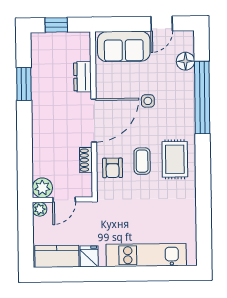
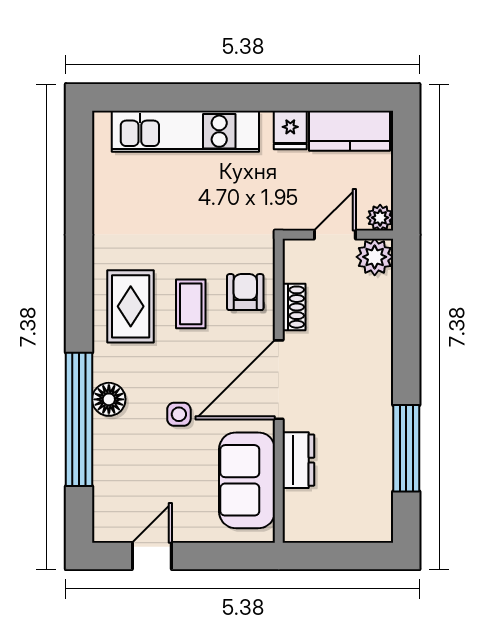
window: (56, 25) -> (346, 556), removed
sofa: (124, 46) -> (247, 480), moved, turned -90
floor lamp: (185, 61) -> (109, 399), moved
window: (24, 84) -> (406, 448), width x1.44

